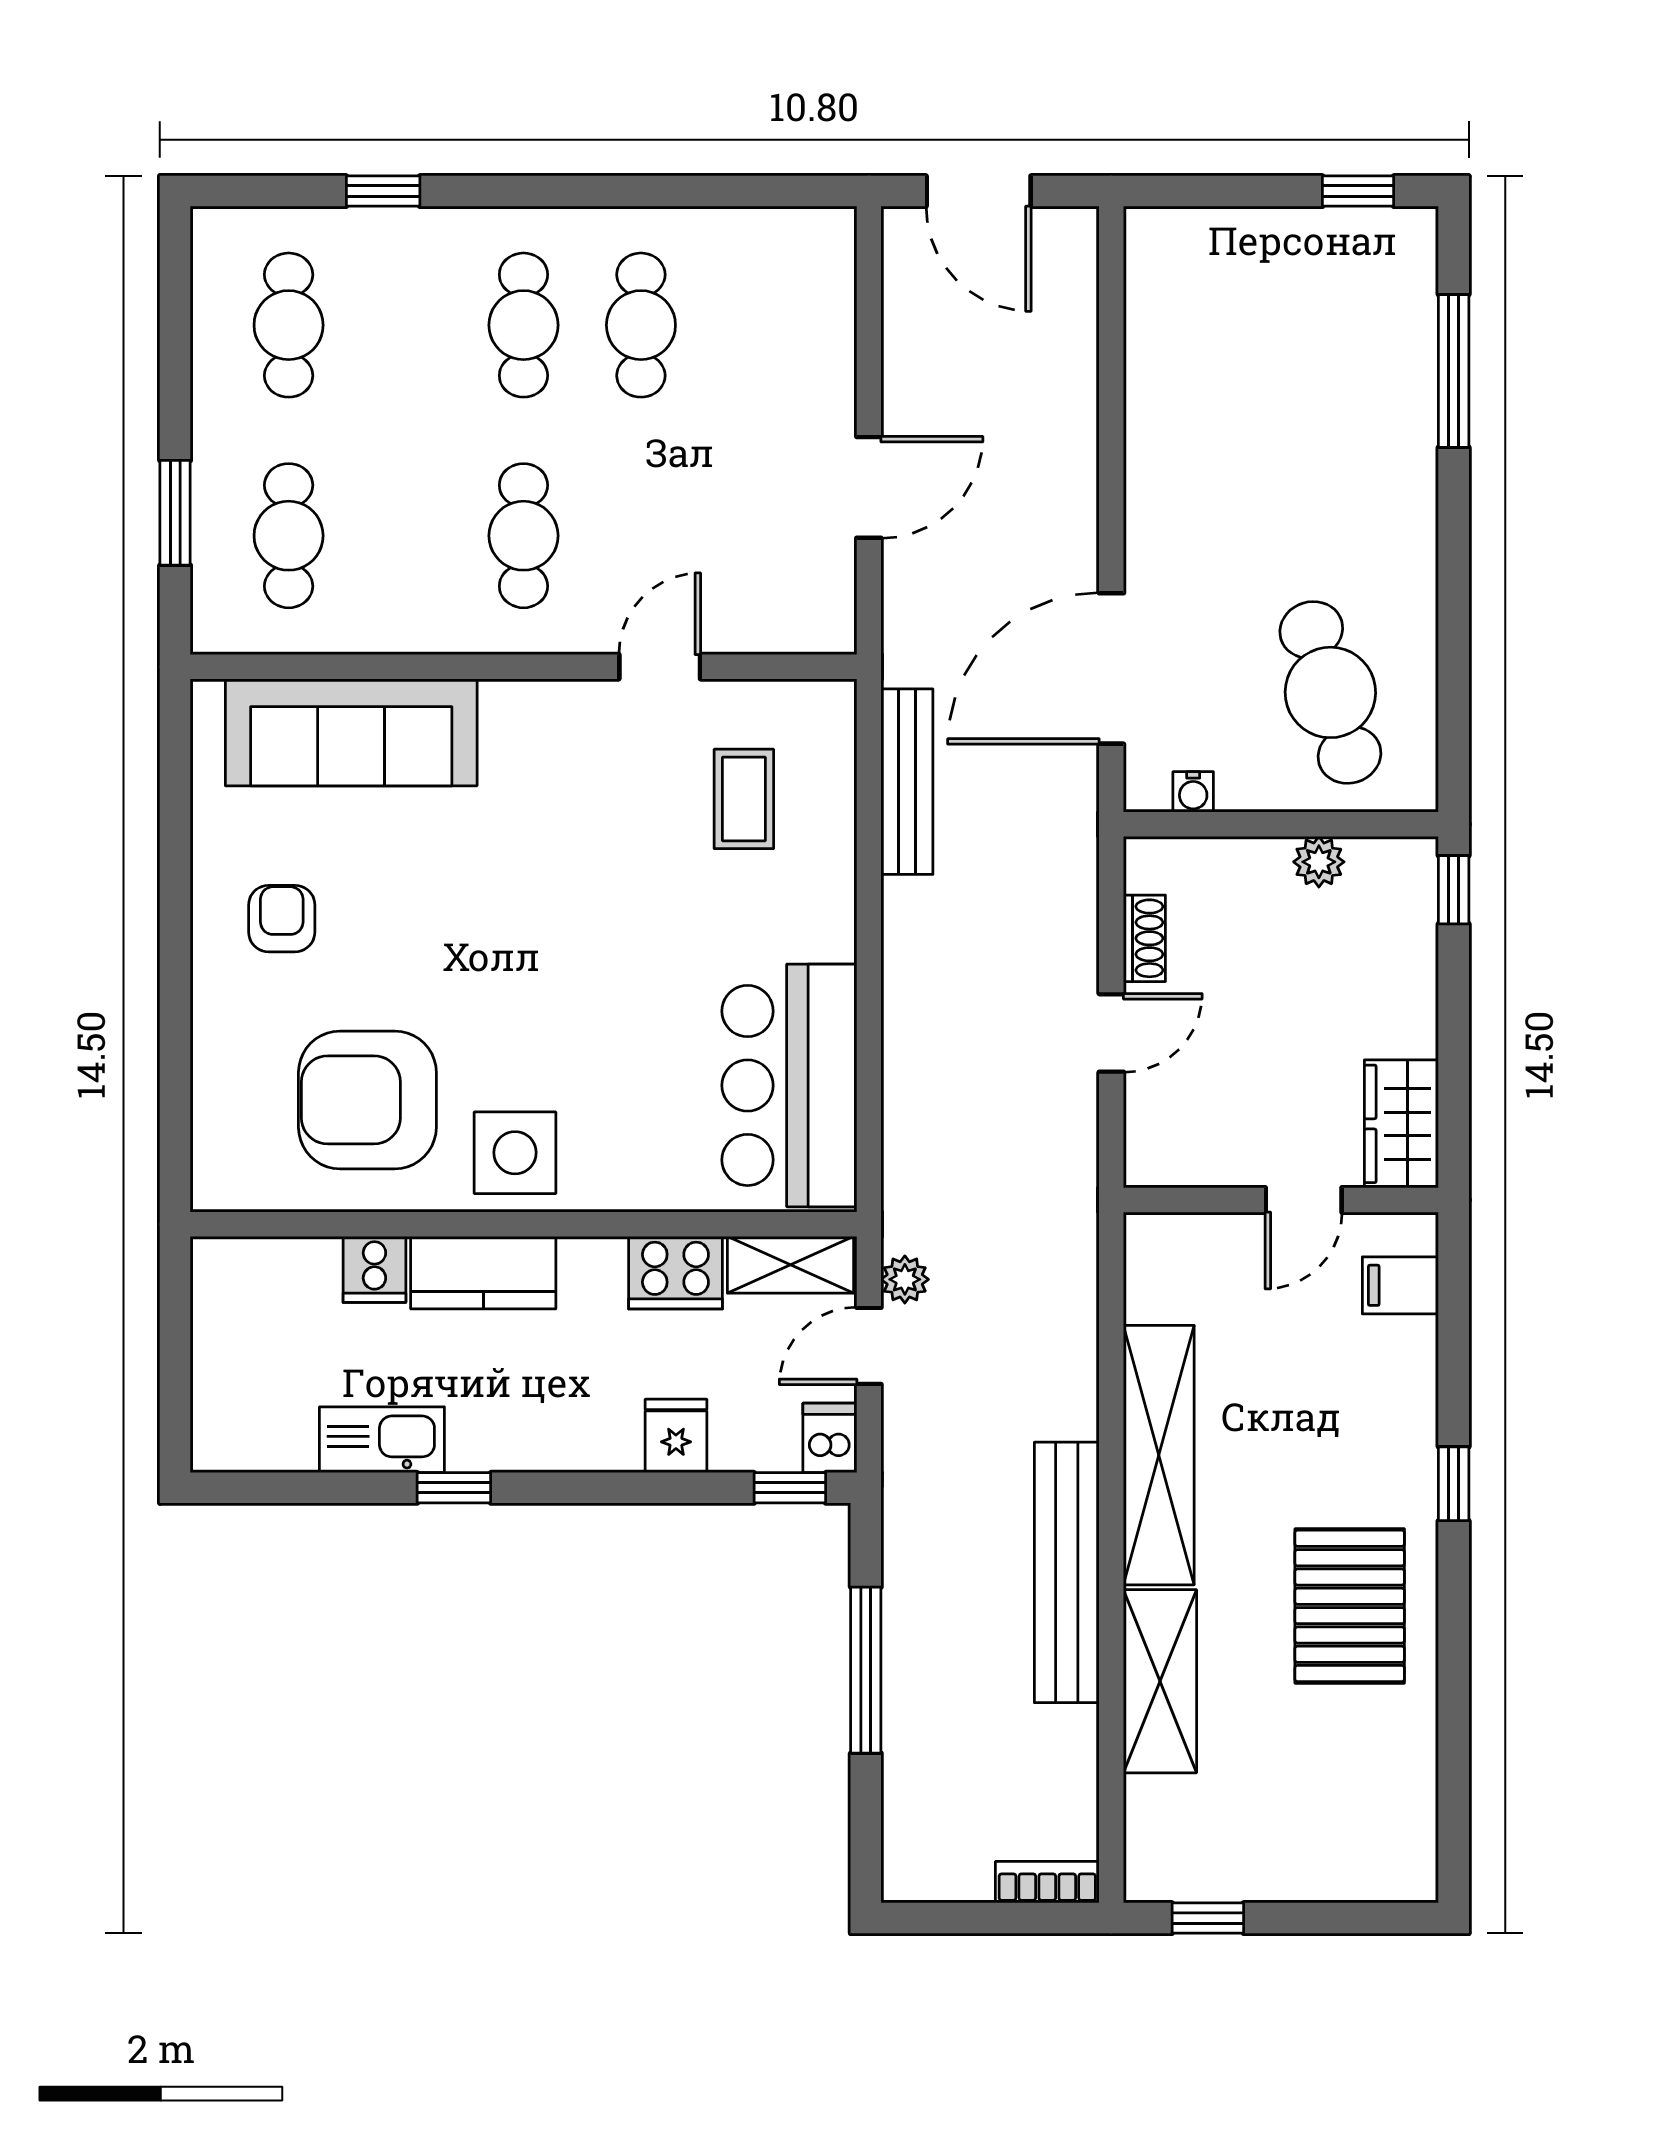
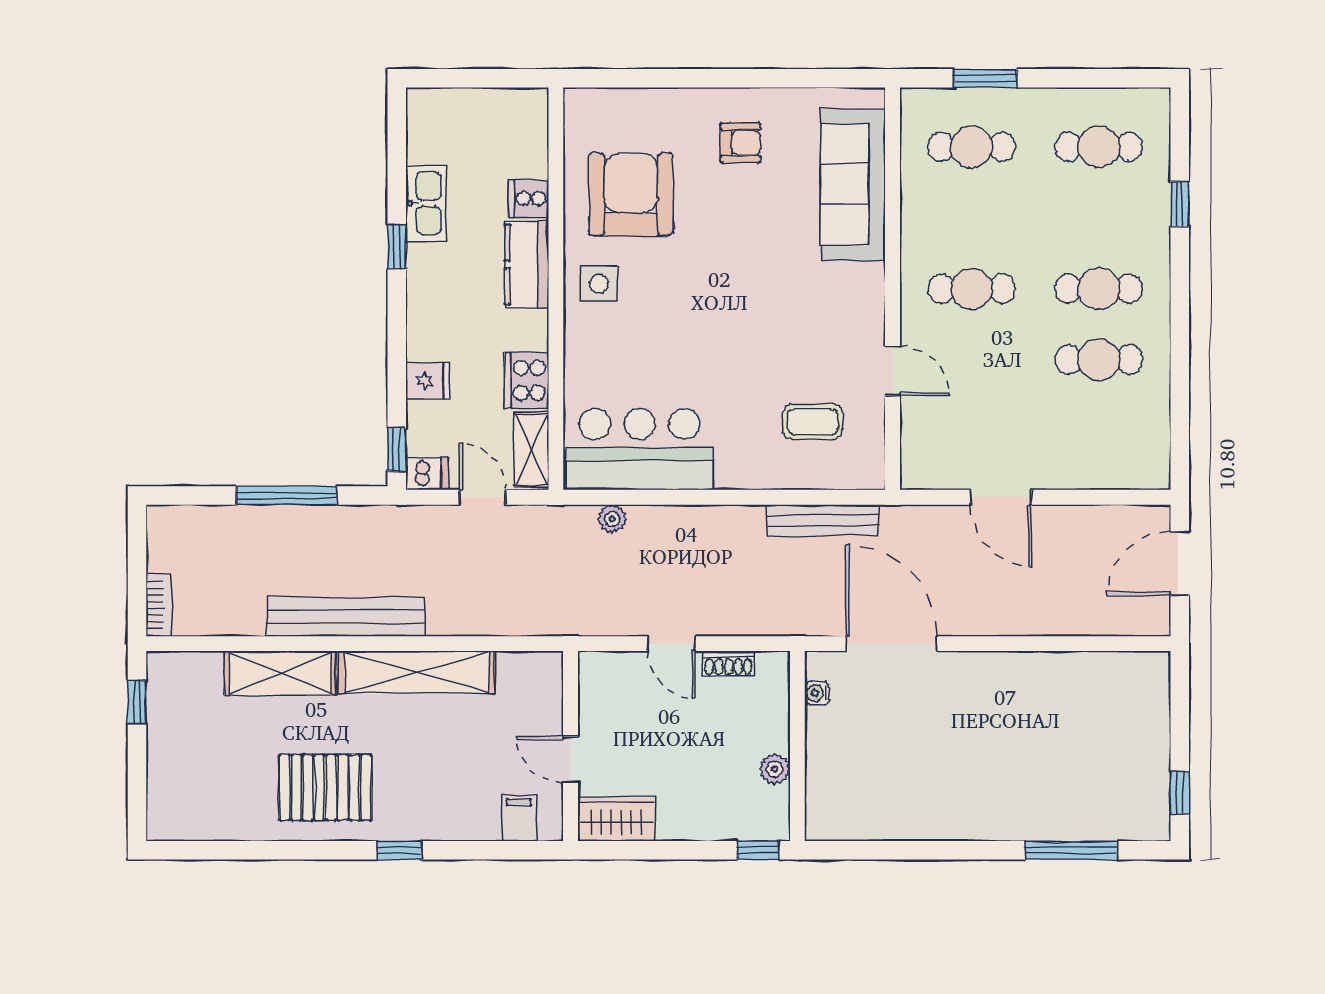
cafe table: (1330, 692) -> (877, 776), removed
side table: (515, 1153) -> (599, 284), width x0.73, depth x0.73
plant: (905, 1279) -> (612, 519), moved

